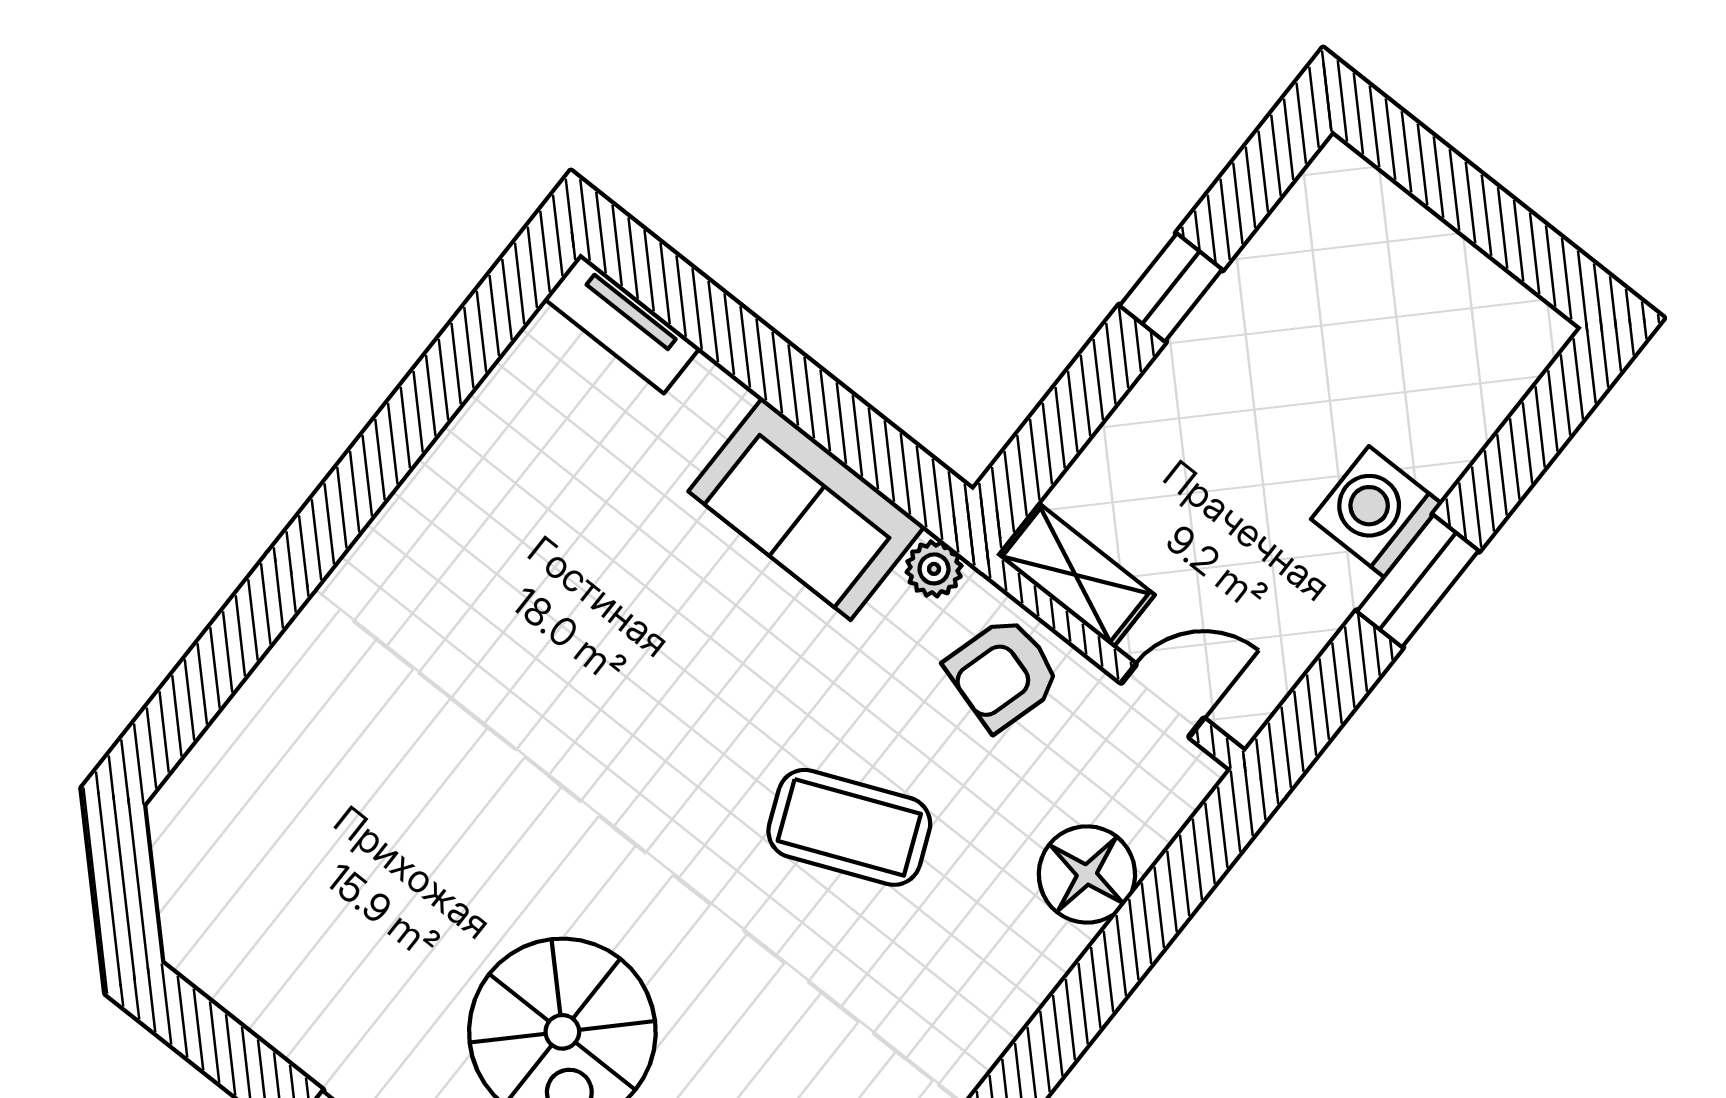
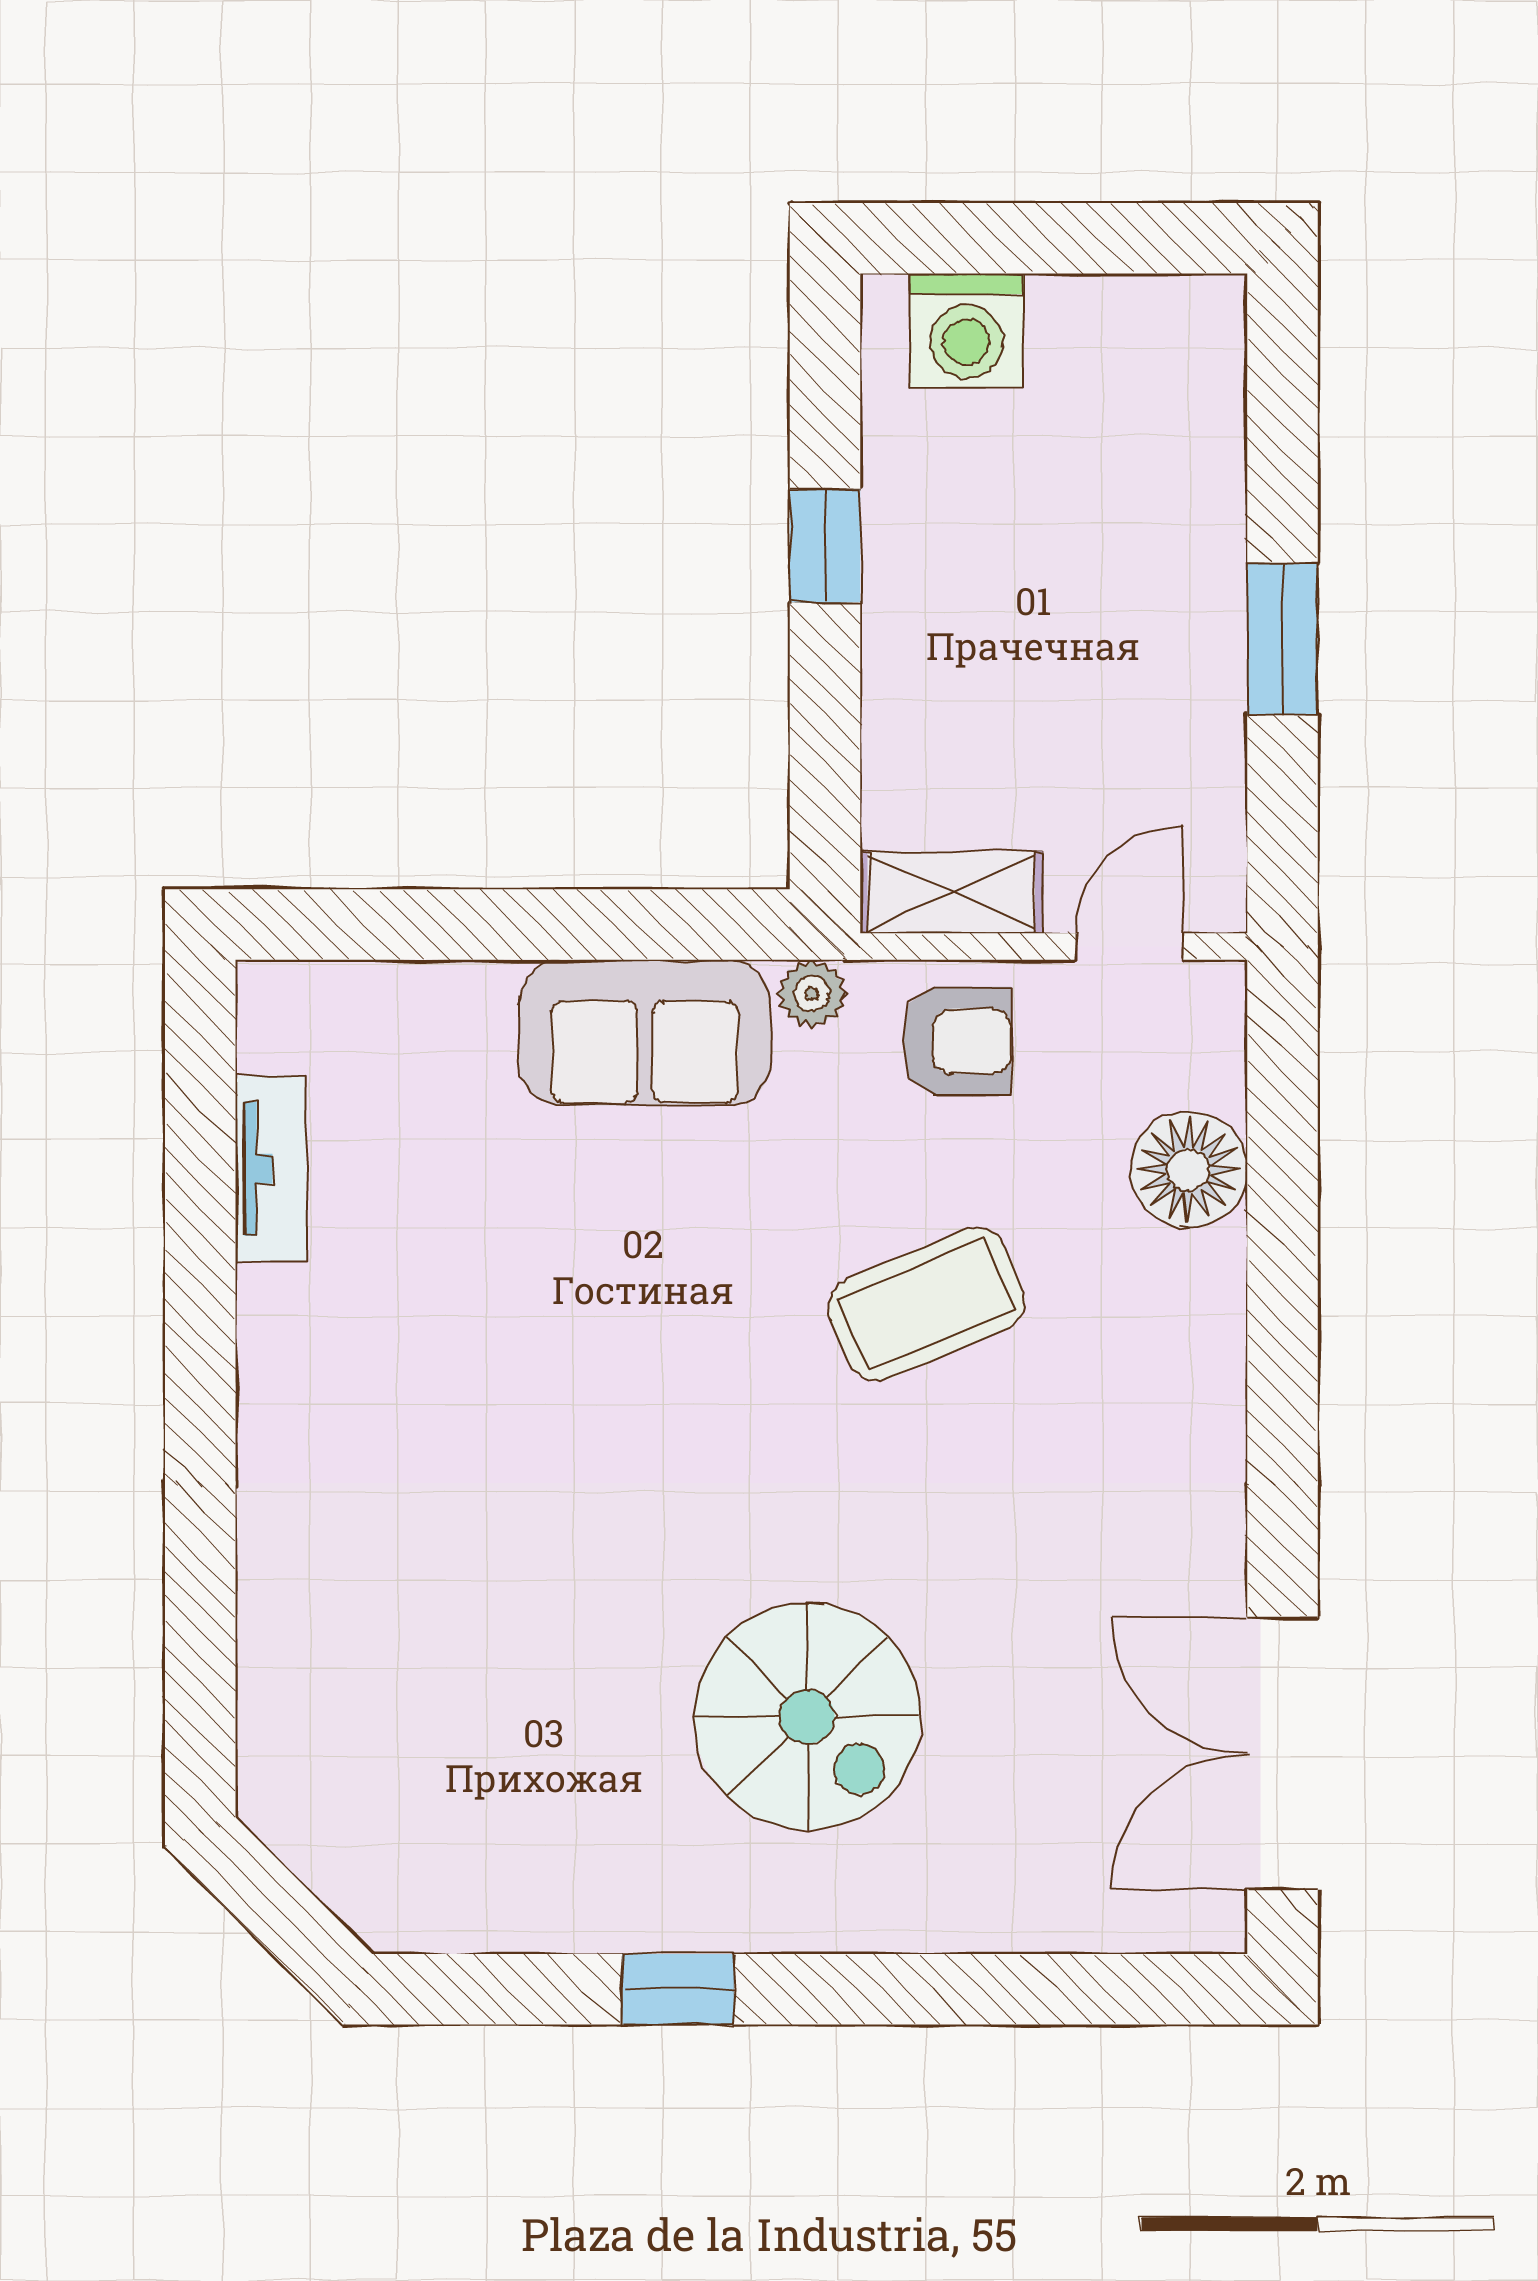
tv unit: (622, 323) -> (271, 1169), moved, turned -90
washing machine: (1376, 511) -> (966, 330), moved, turned -90
armchair: (1003, 673) -> (957, 1041), turned -106

